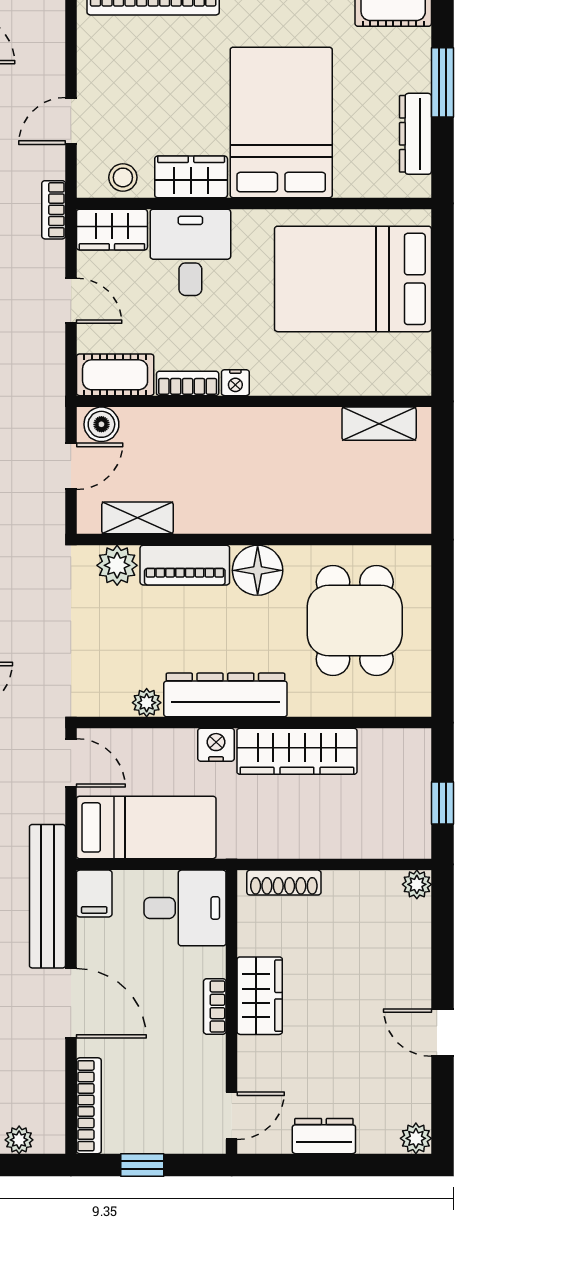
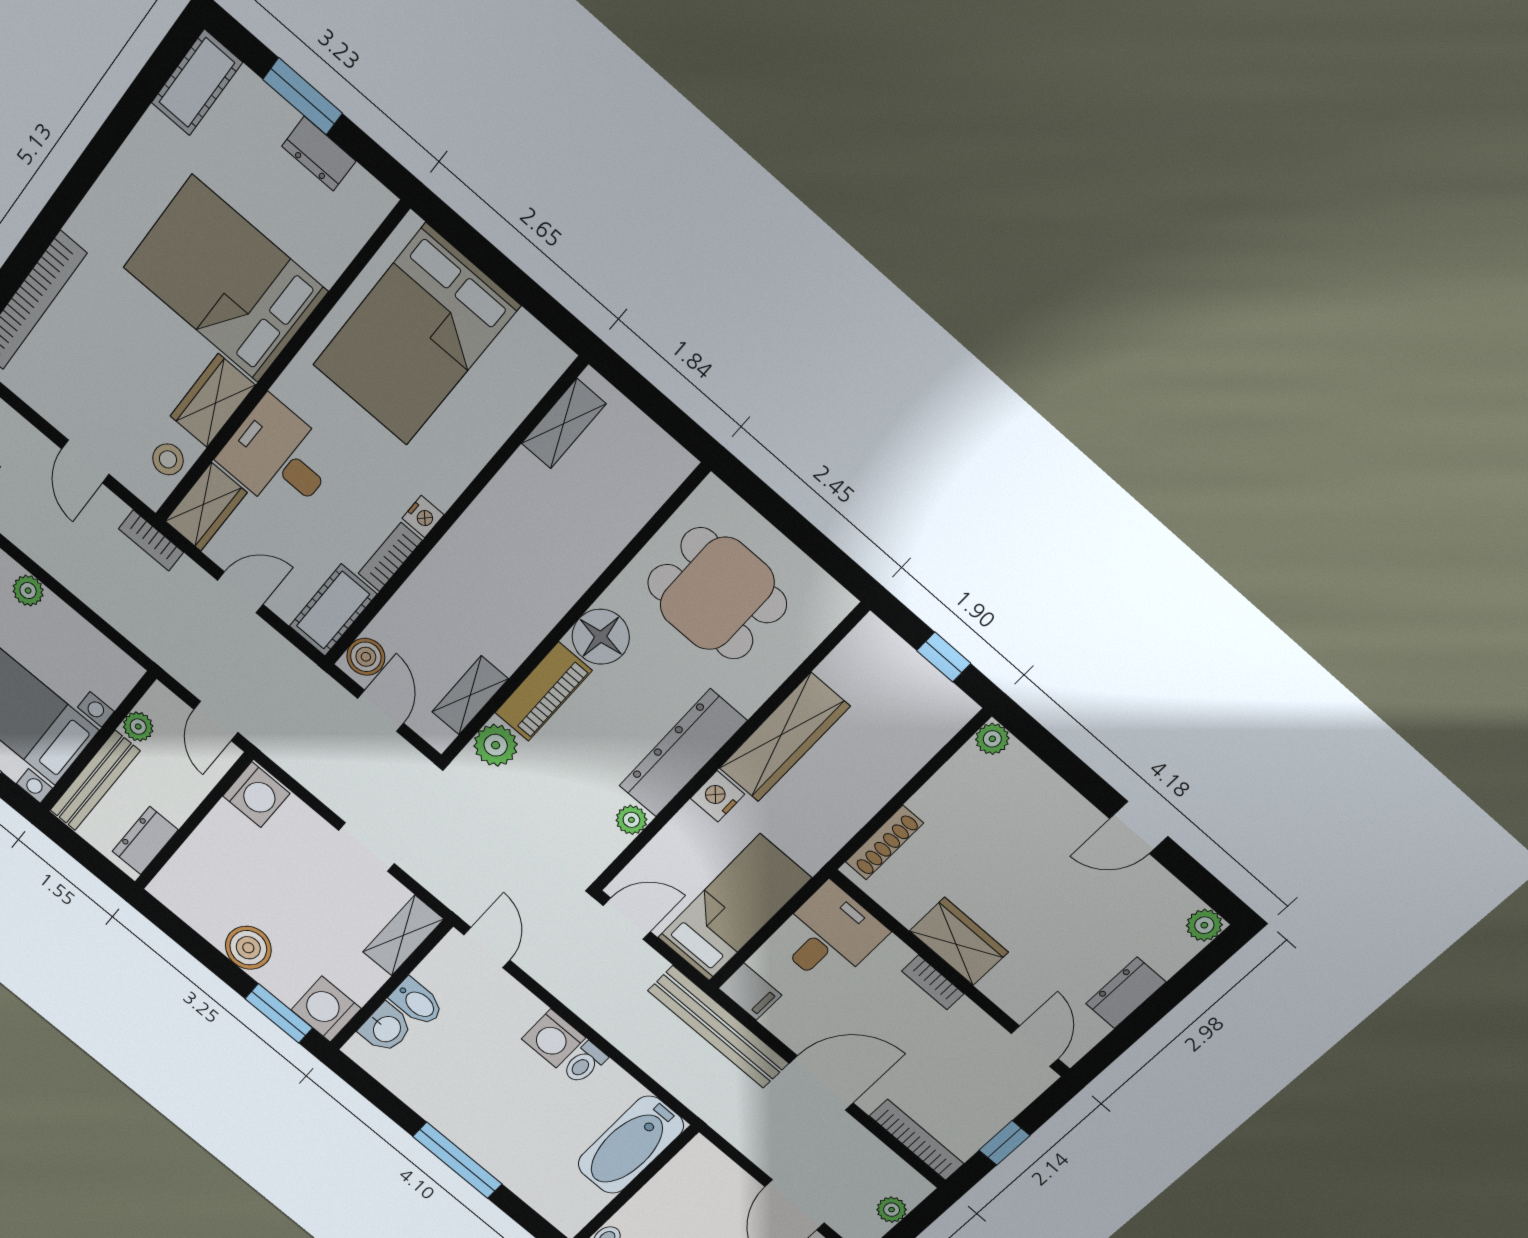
dresser: (415, 134) -> (319, 154), width x0.70

